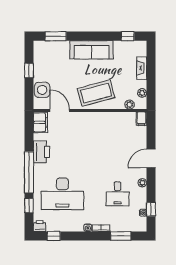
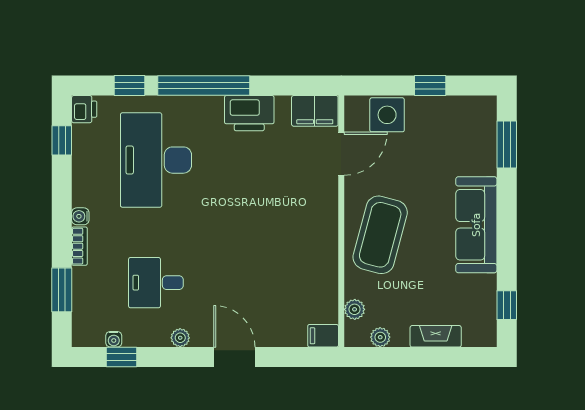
coffee table: (96, 93) -> (380, 235), turned 30

